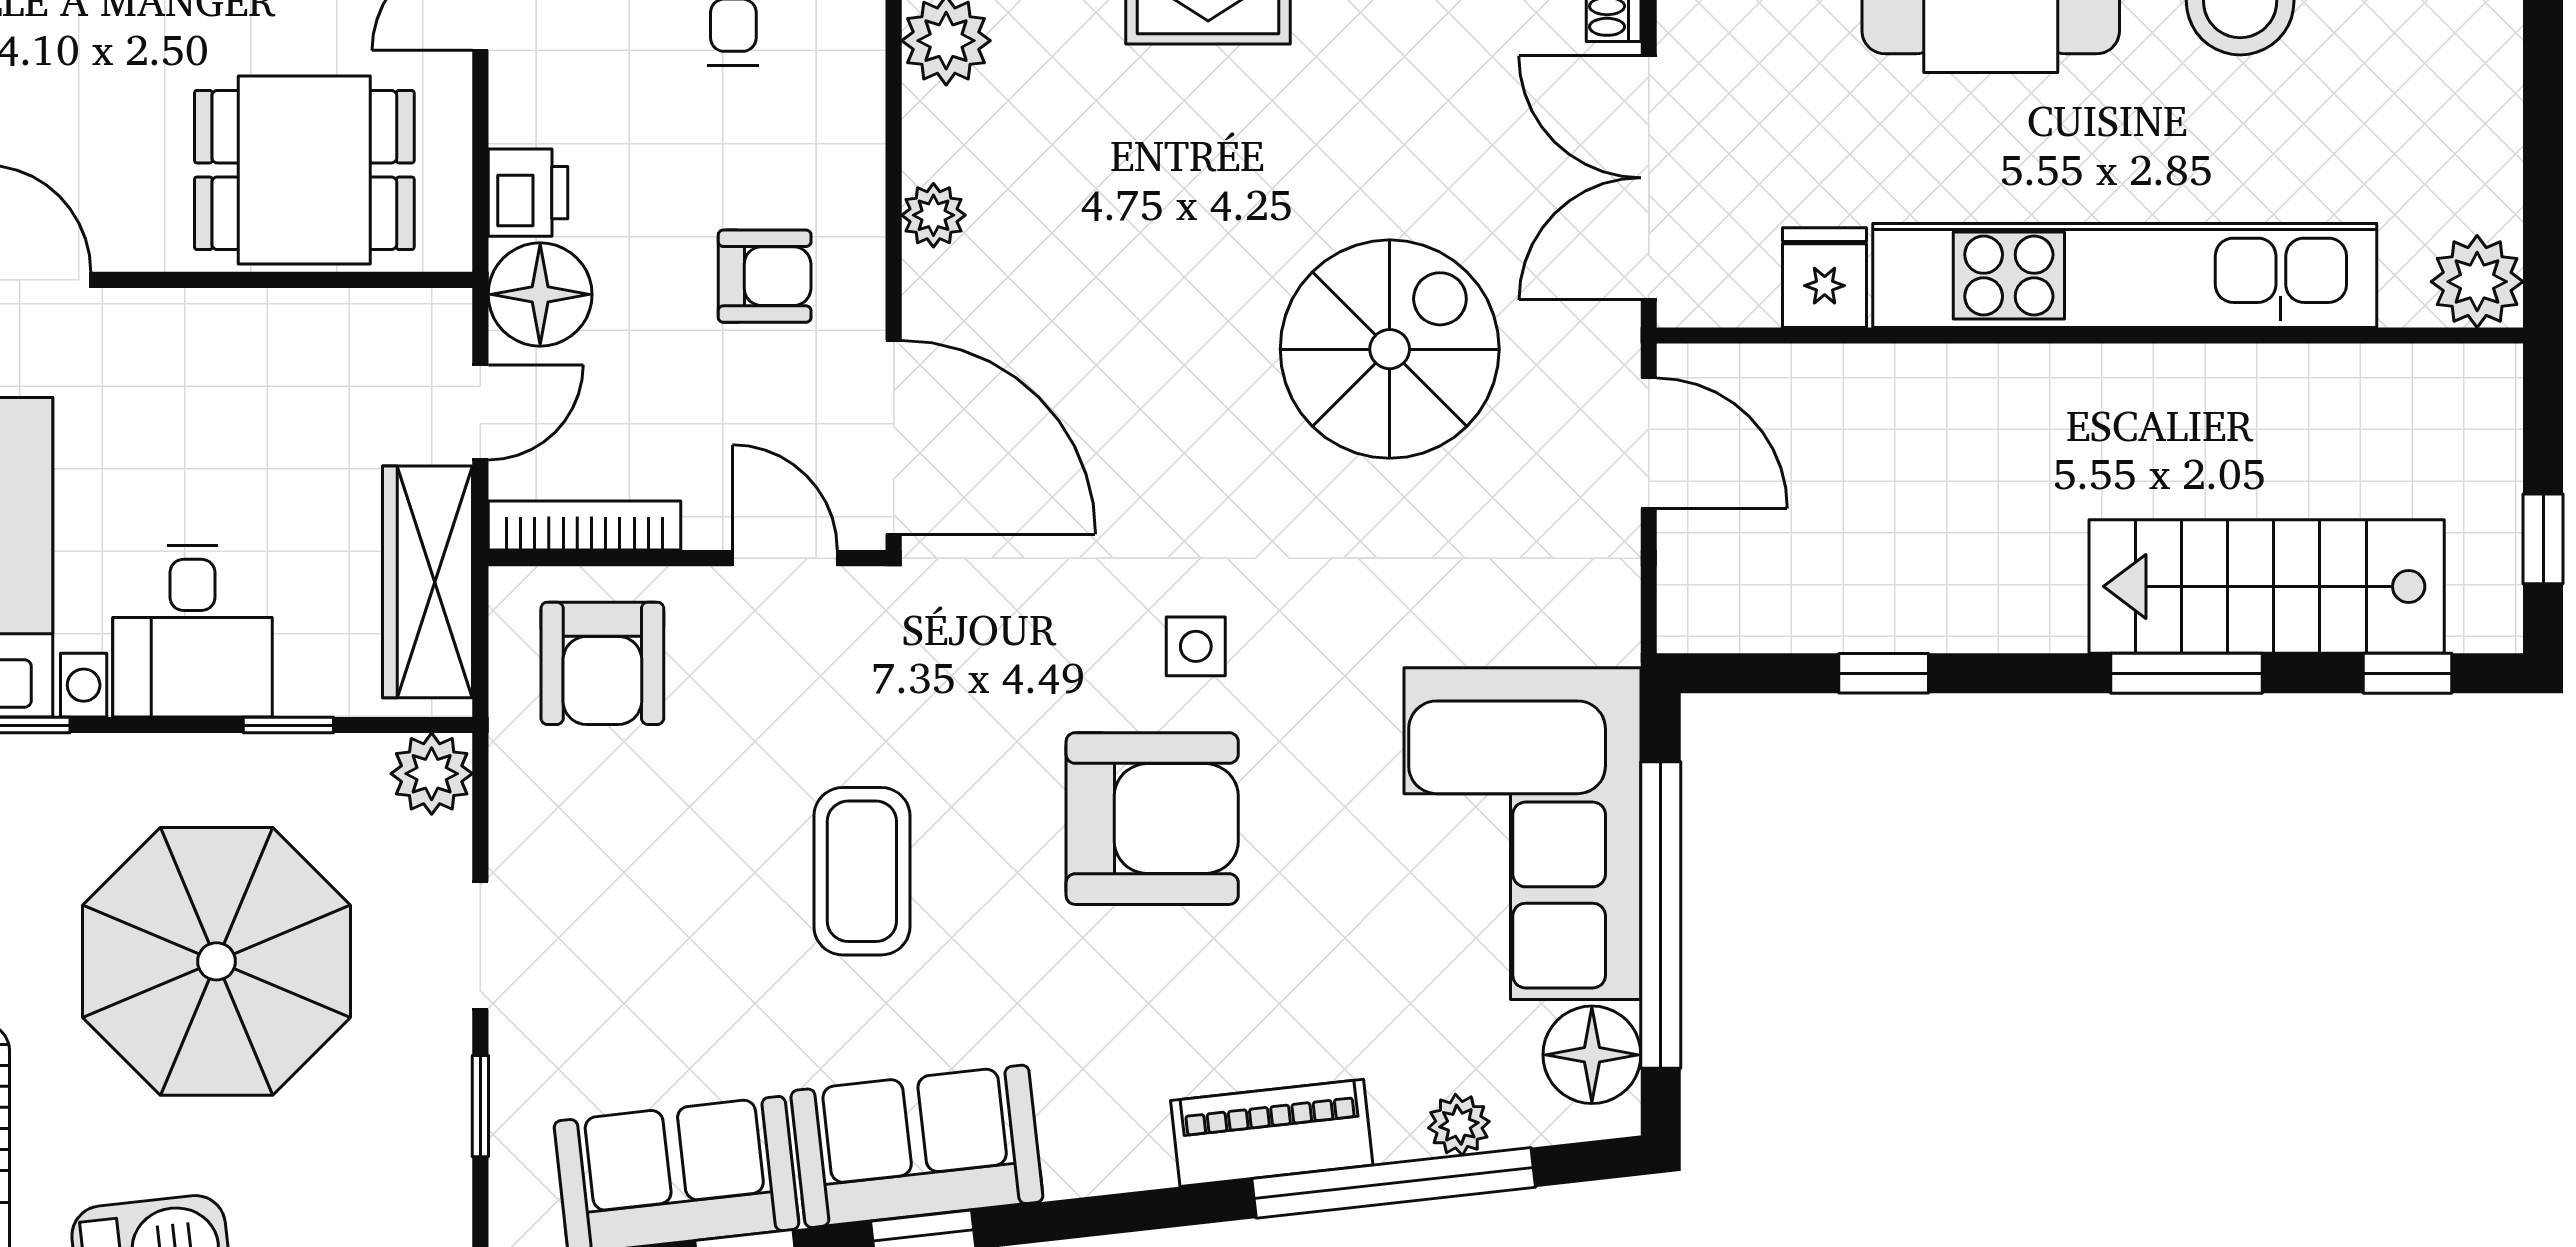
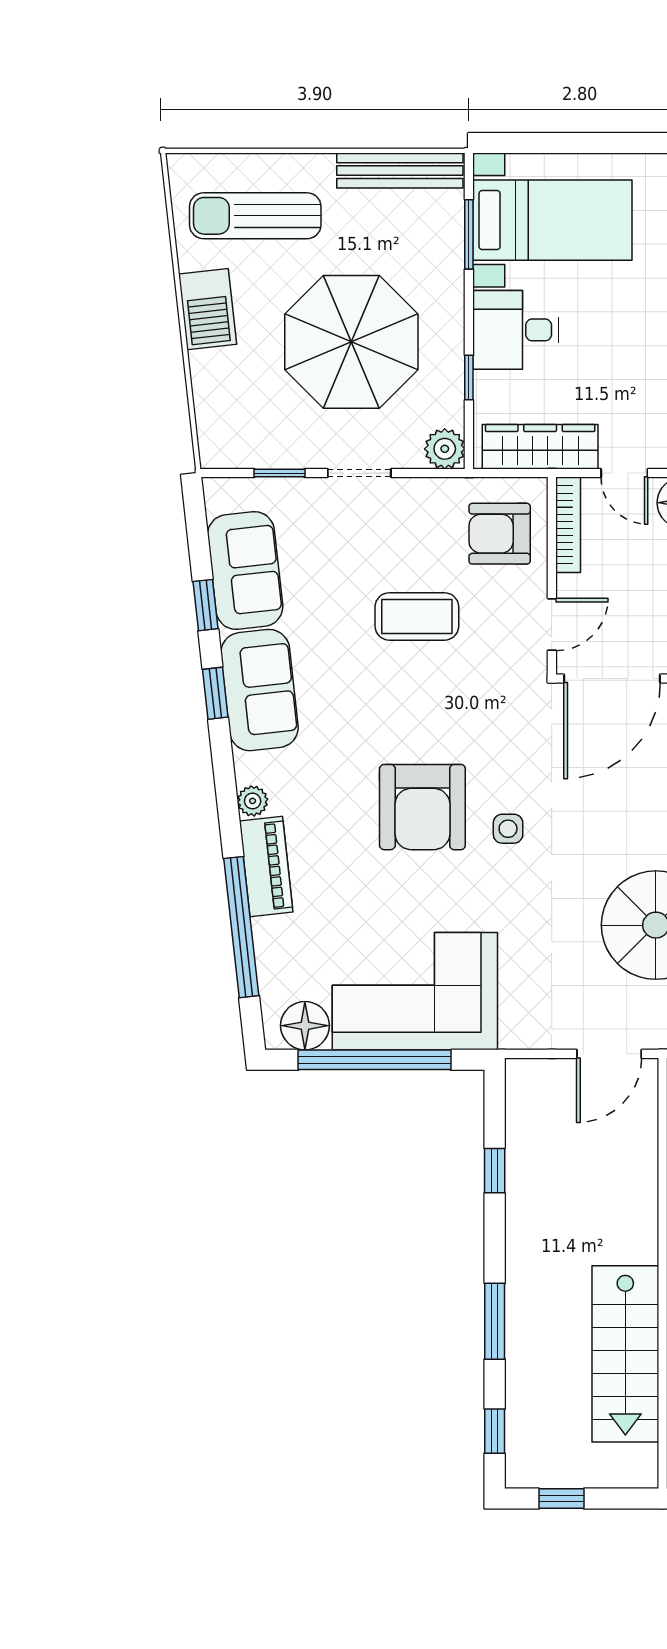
stairs: (2267, 586) -> (625, 1354), moved, turned 180
coffee table: (862, 871) -> (417, 616), moved
plant: (1459, 1125) -> (253, 801), moved

